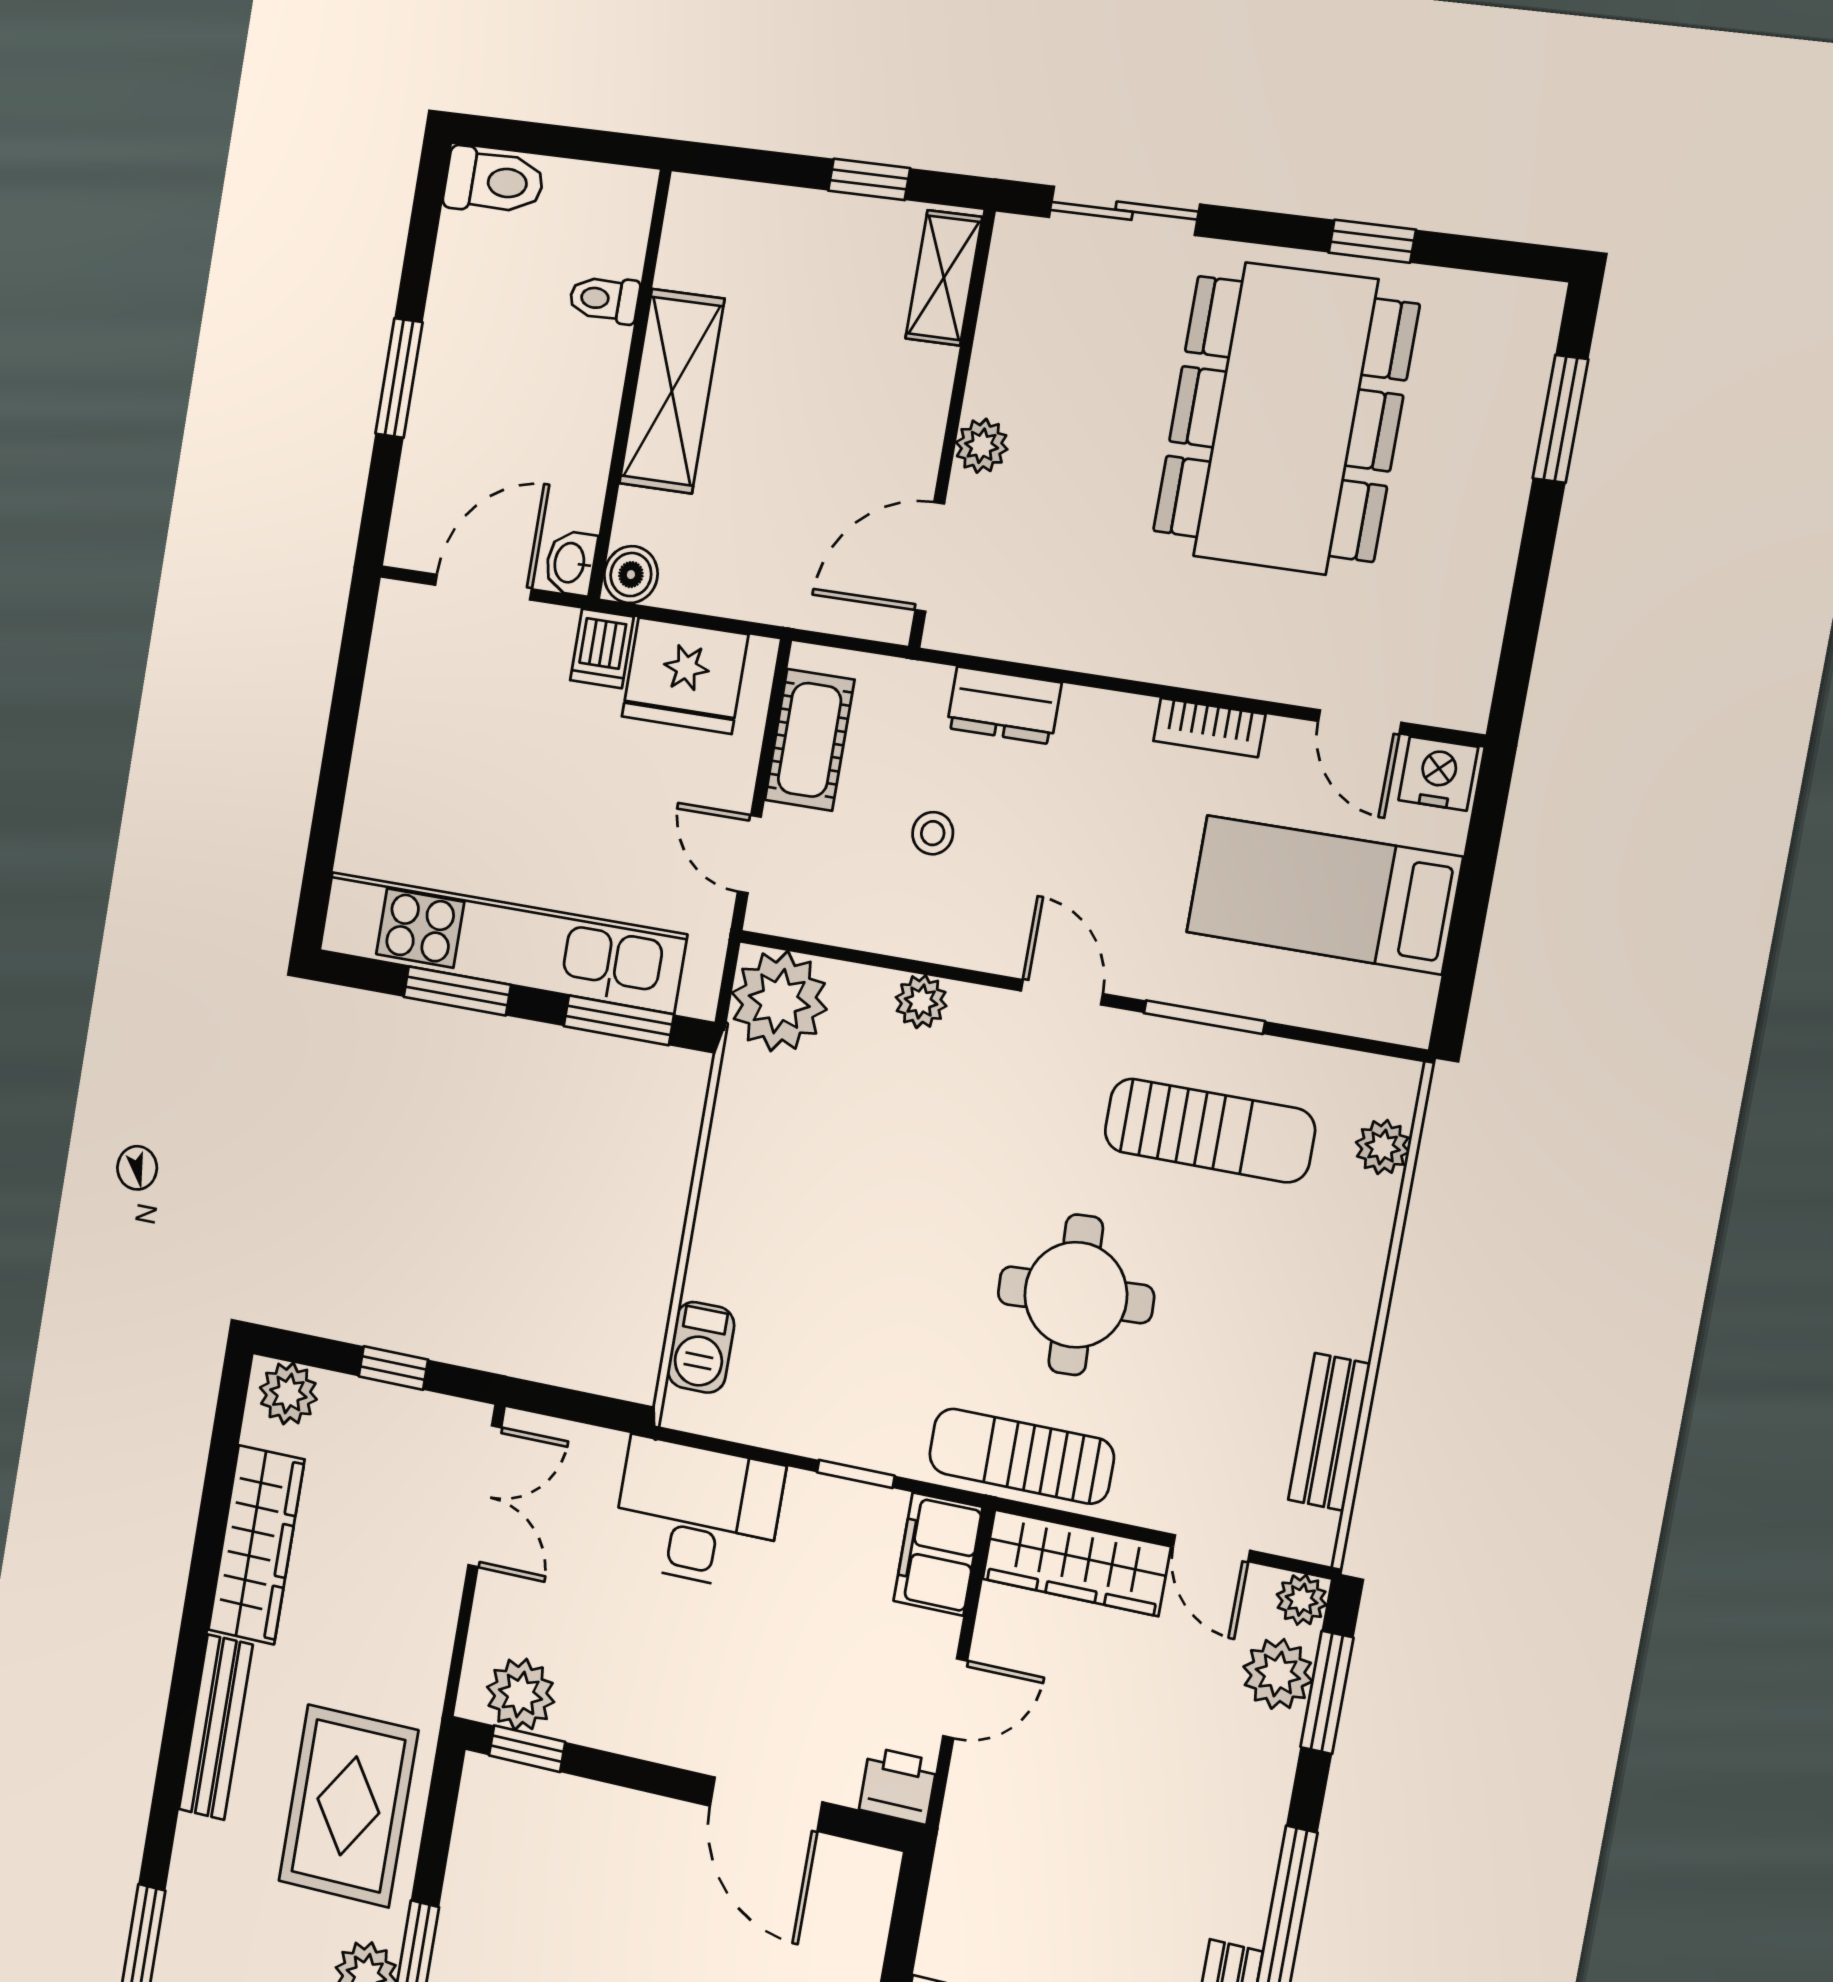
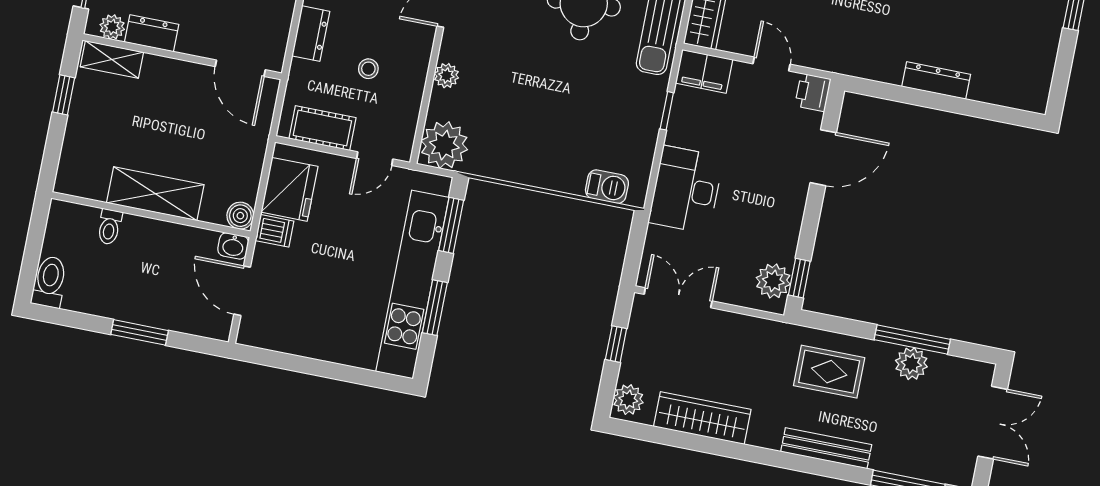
dresser: (1000, 360) -> (152, 33), added
plant: (982, 446) -> (112, 27), moved
bench: (216, 1727) -> (826, 448), moved
rug: (348, 1806) -> (829, 372), width x0.73, depth x0.70

